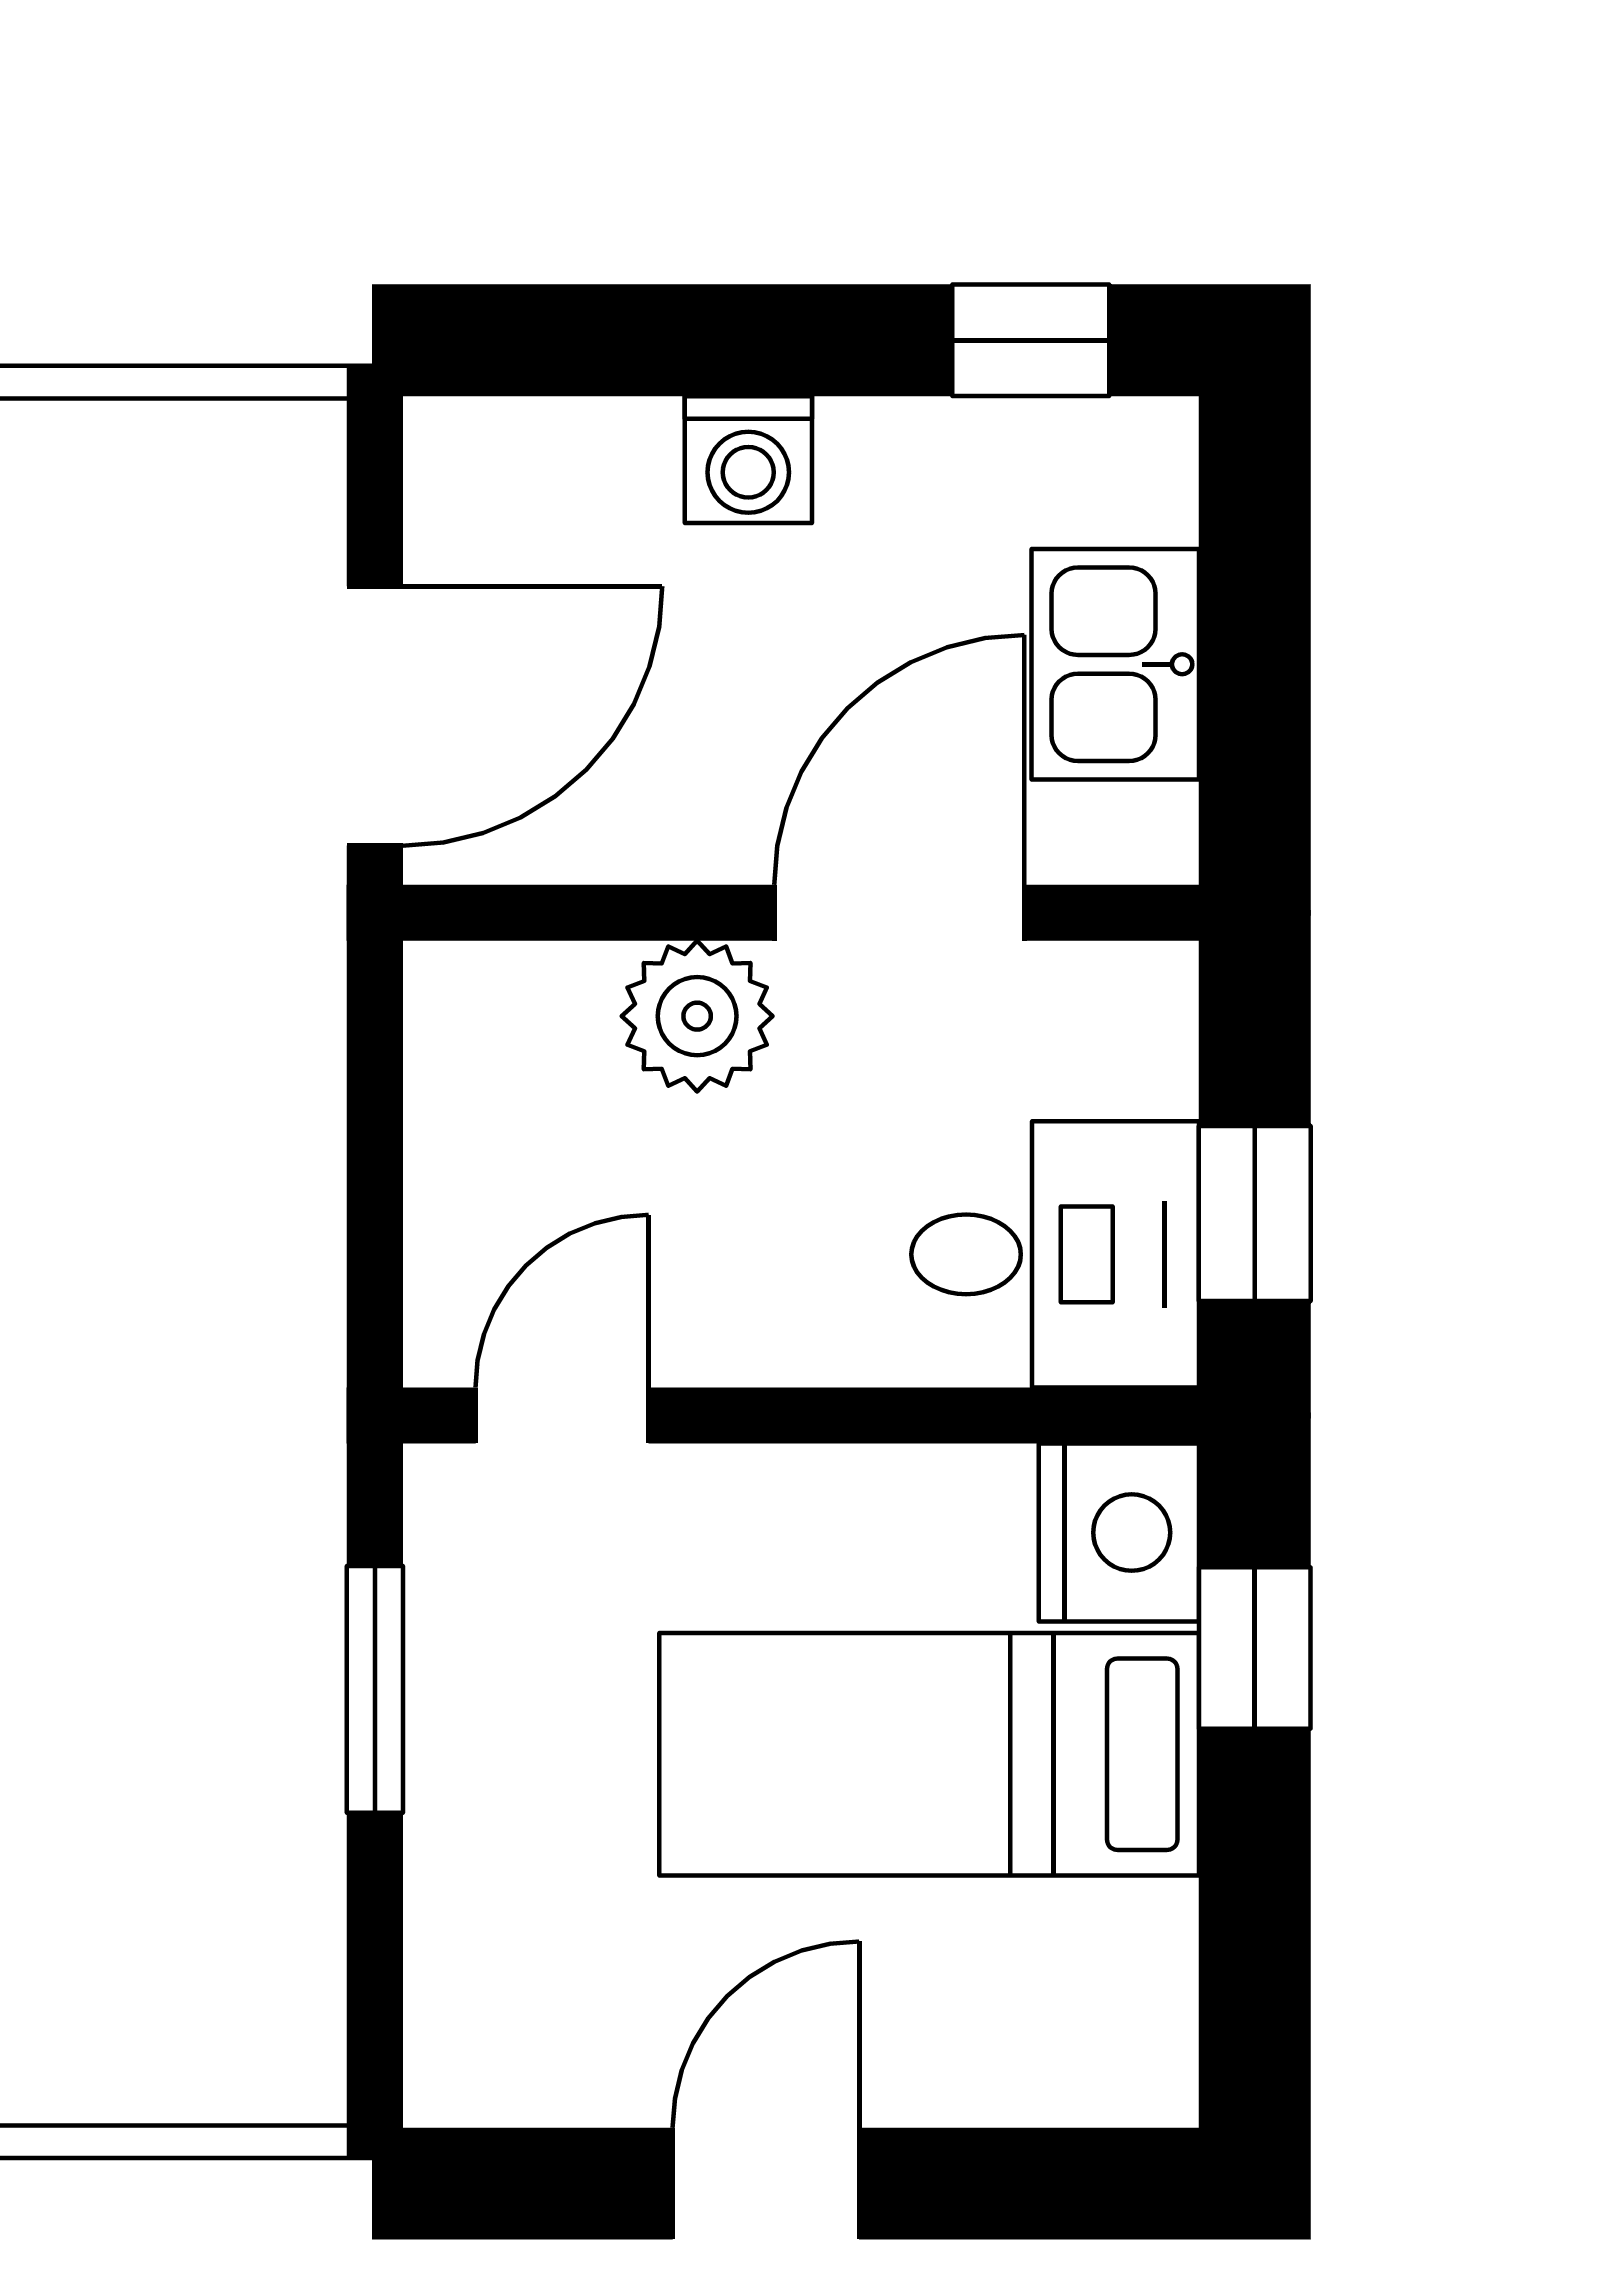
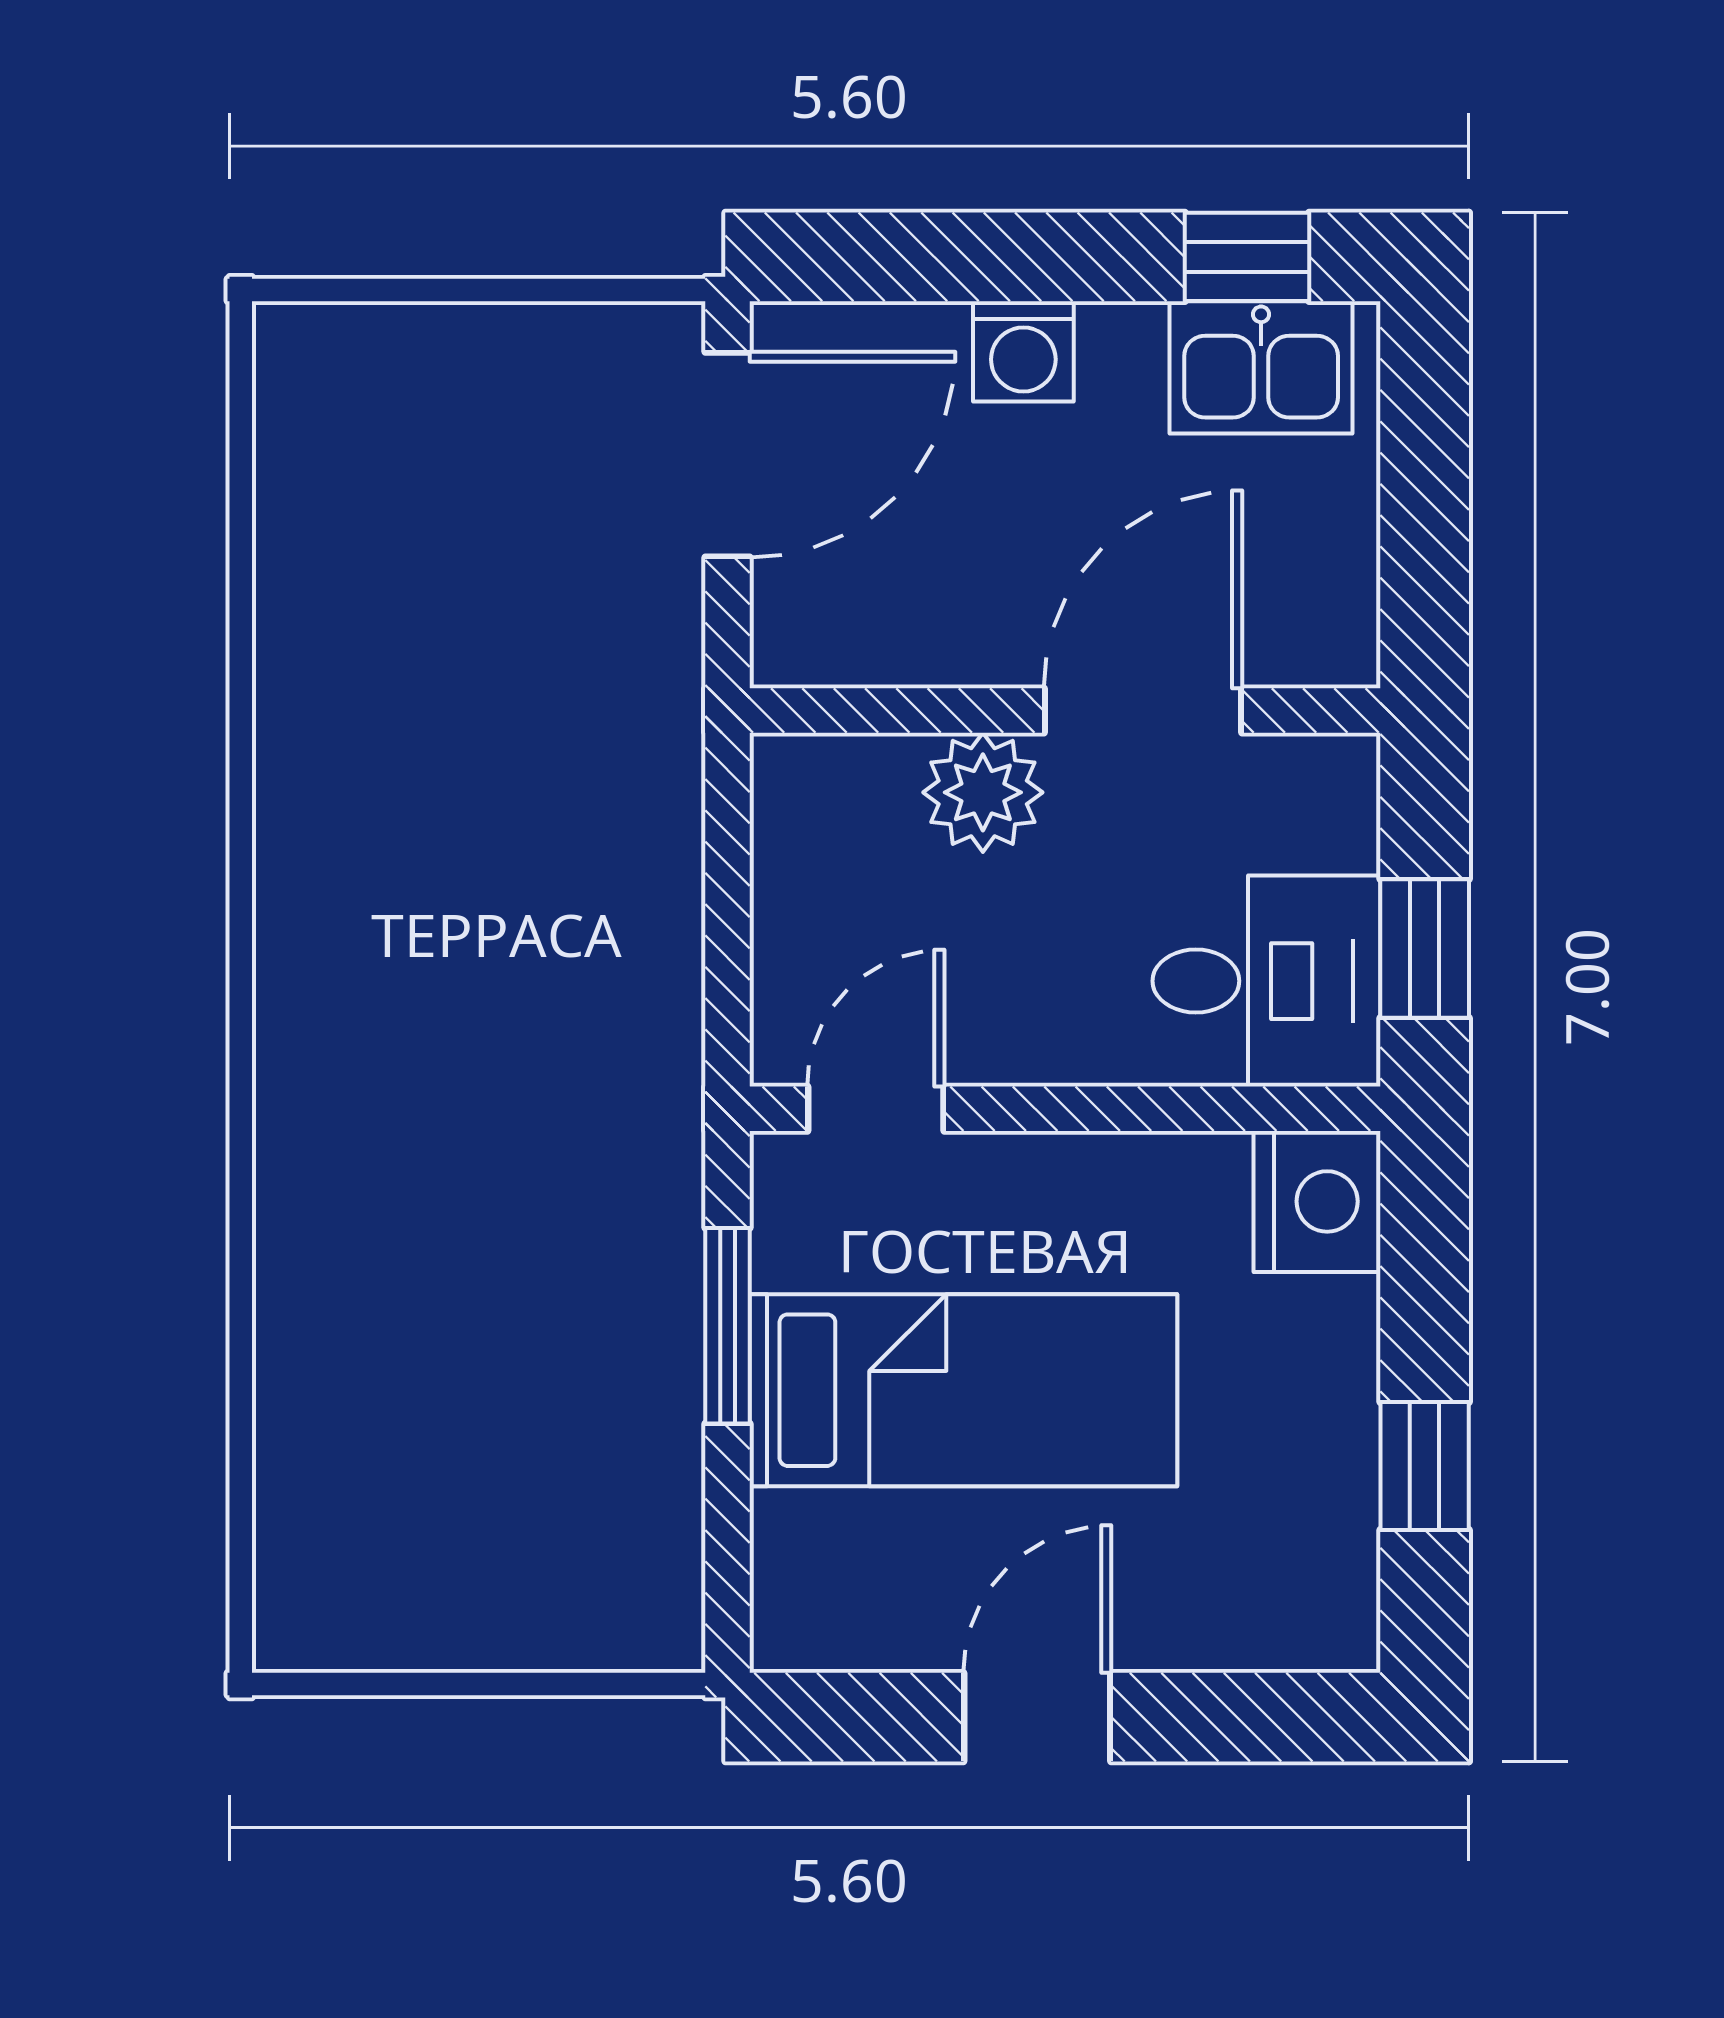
kitchen sink: (1115, 664) -> (1261, 367), moved, turned -90
door: (375, 716) -> (728, 455), moved
window: (1255, 1648) -> (1425, 1466), moved
bed: (929, 1754) -> (963, 1390), moved, turned 180

